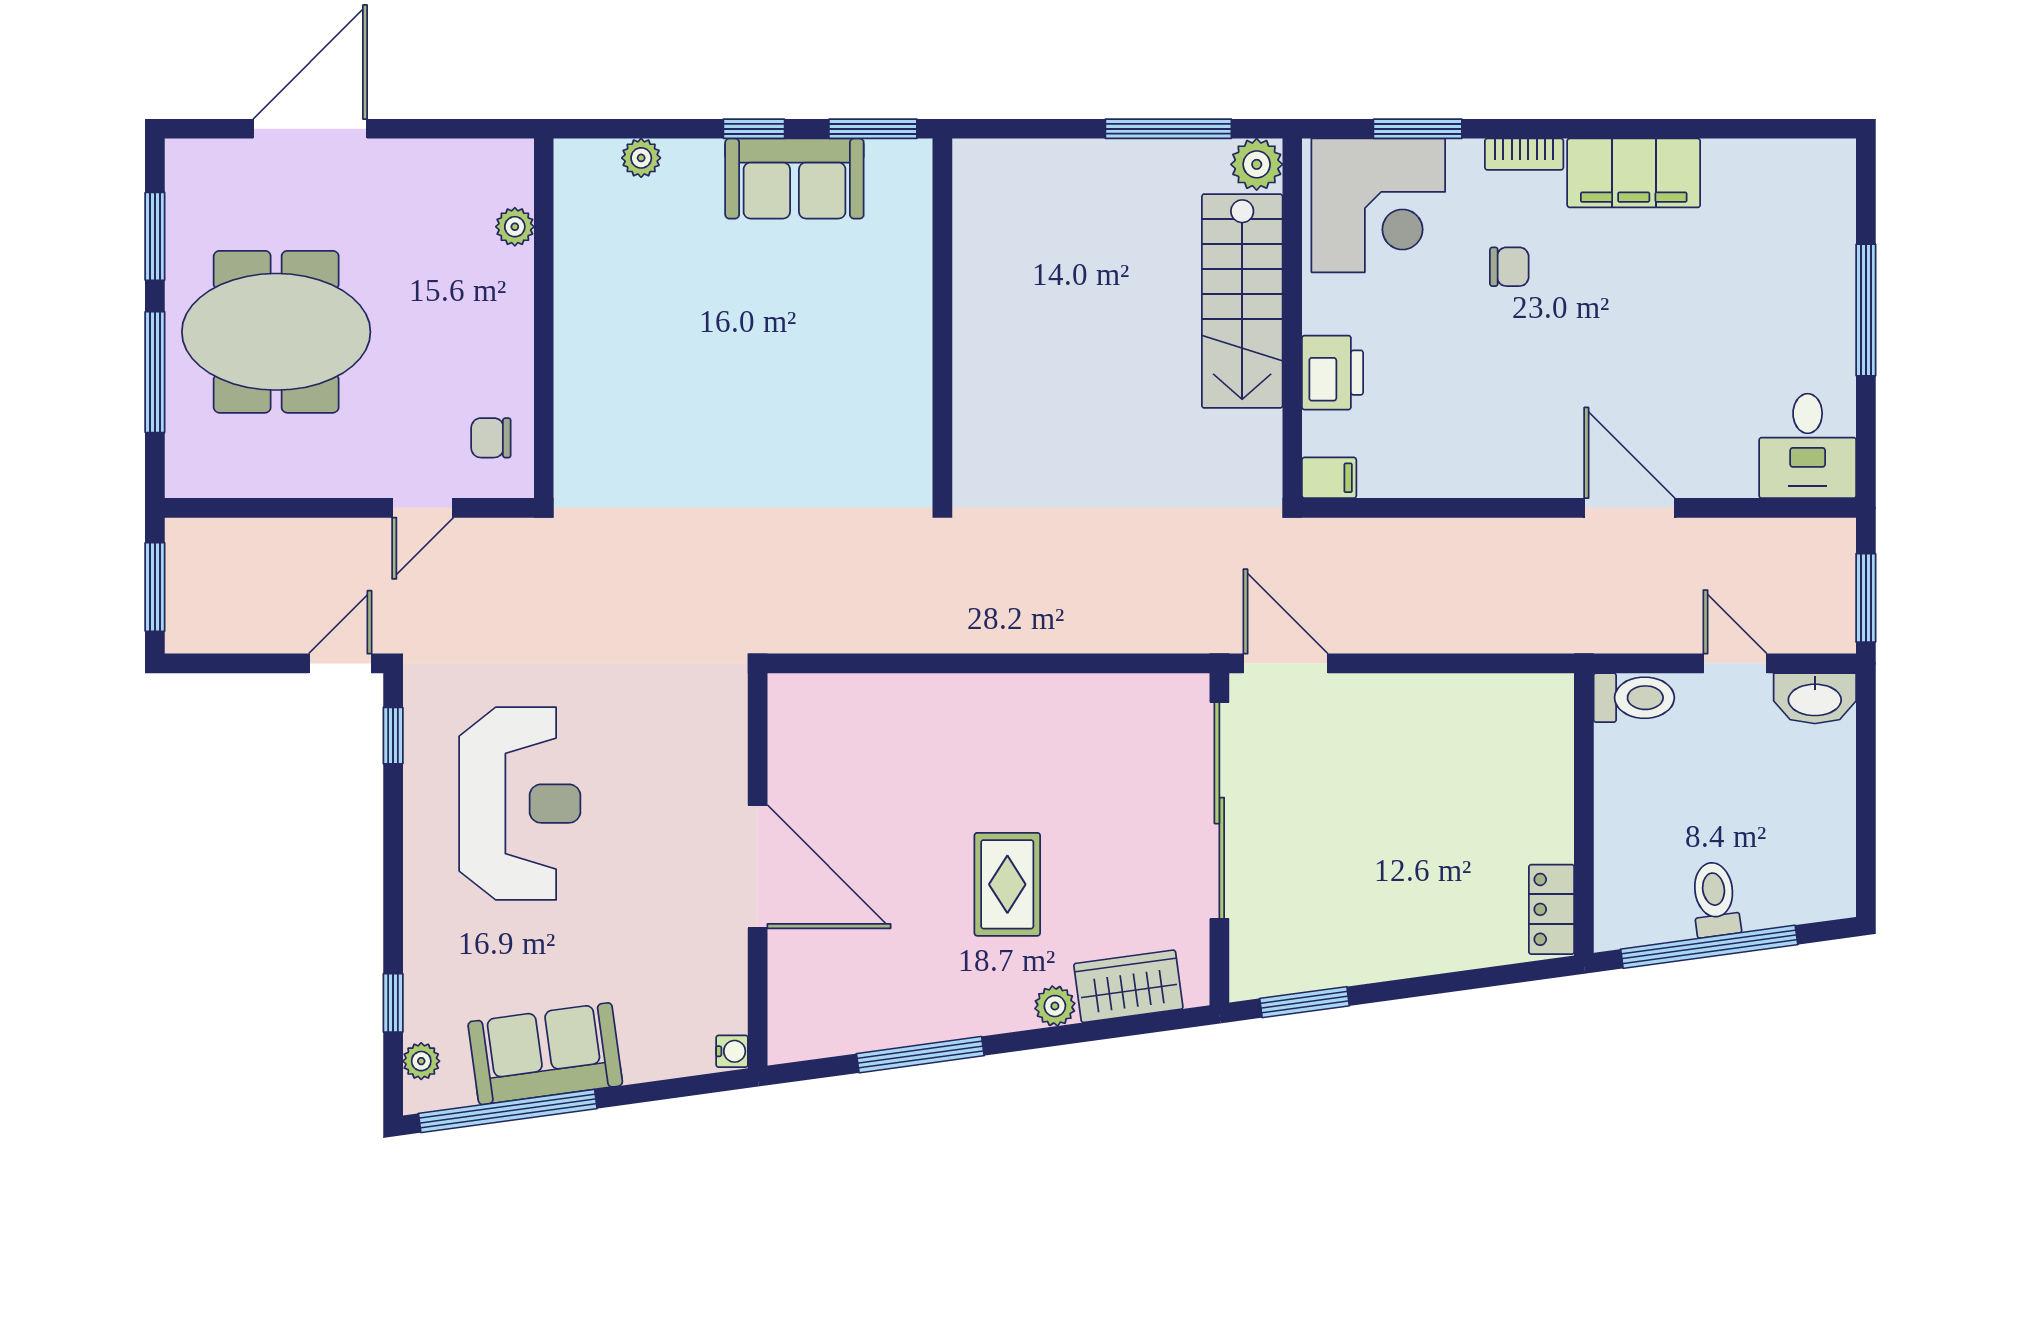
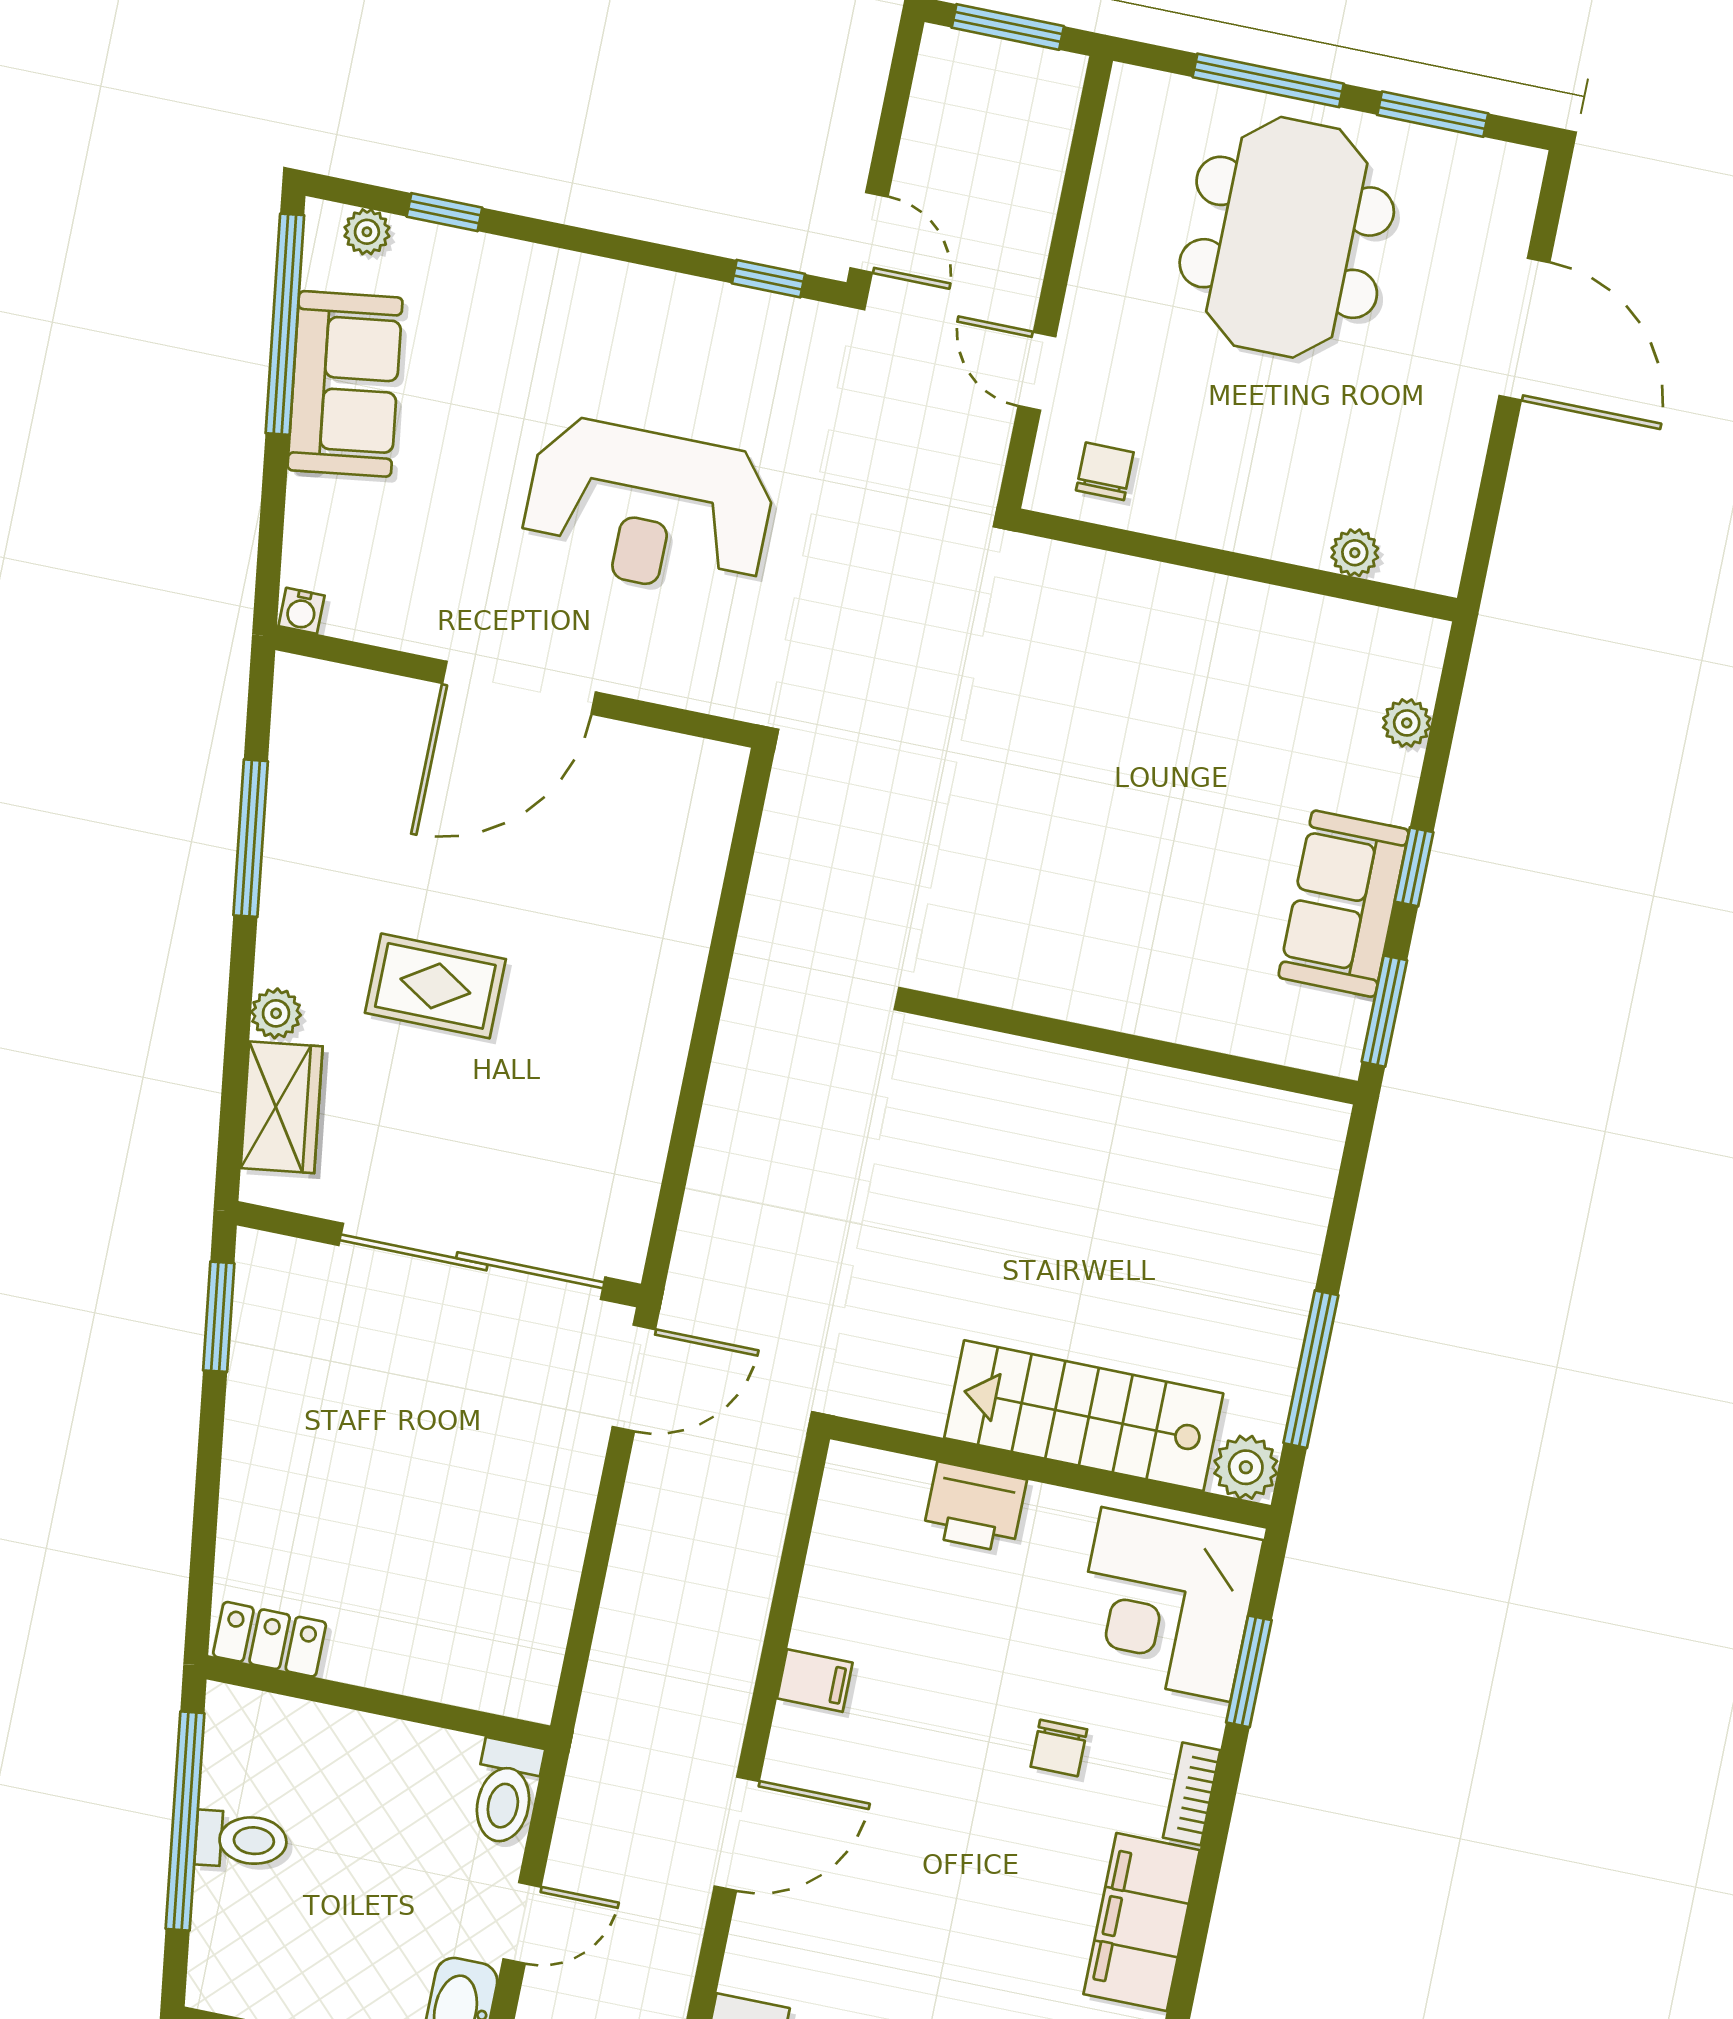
filing cabinet: (1329, 478) -> (815, 1681), moved, turned -90
reception desk: (520, 804) -> (648, 508), moved

